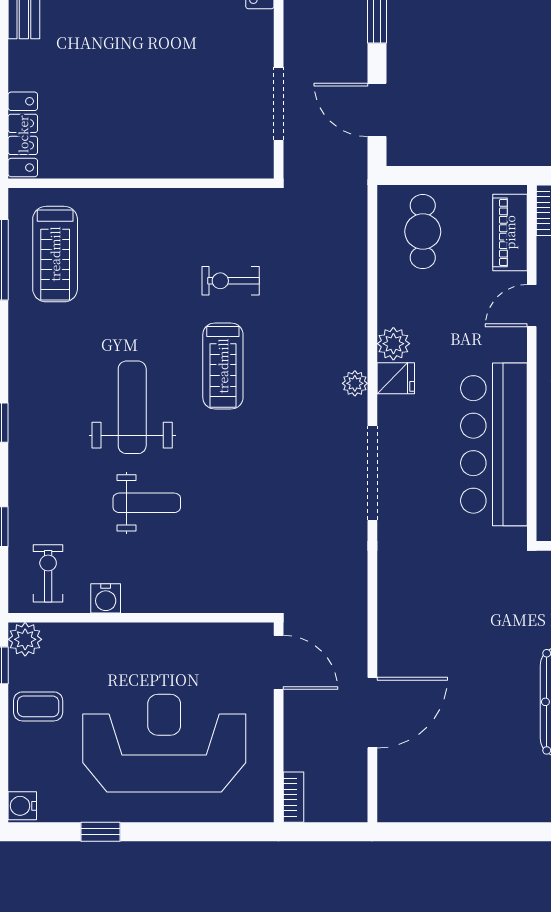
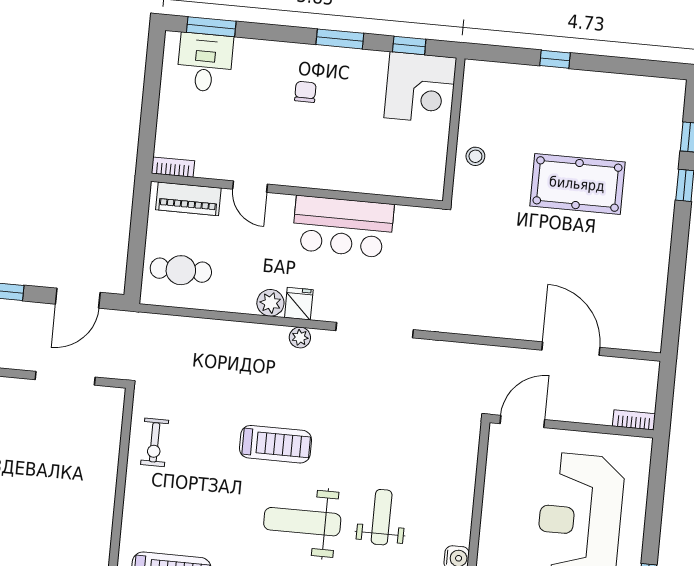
exercise bike: (231, 281) -> (155, 442), moved
bar counter: (494, 444) -> (343, 227), width x0.73

